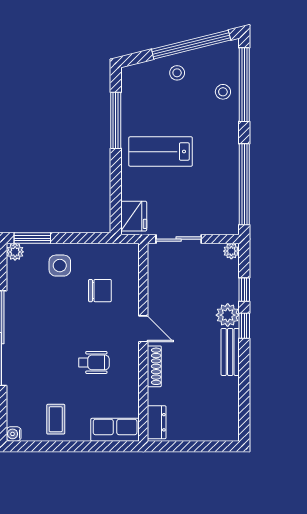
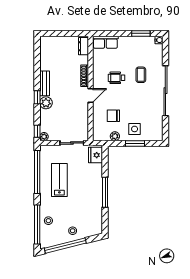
window: (116, 120) -> (105, 192), moved
lab bench: (161, 152) -> (59, 180), moved, turned -90
window: (32, 238) -> (135, 143), moved
plant: (15, 252) -> (115, 136), moved
window: (244, 290) -> (37, 131), moved
door: (143, 329) -> (90, 96), swing flipped
coffee table: (56, 419) -> (141, 75), moved
window: (48, 446) -> (141, 33), added

